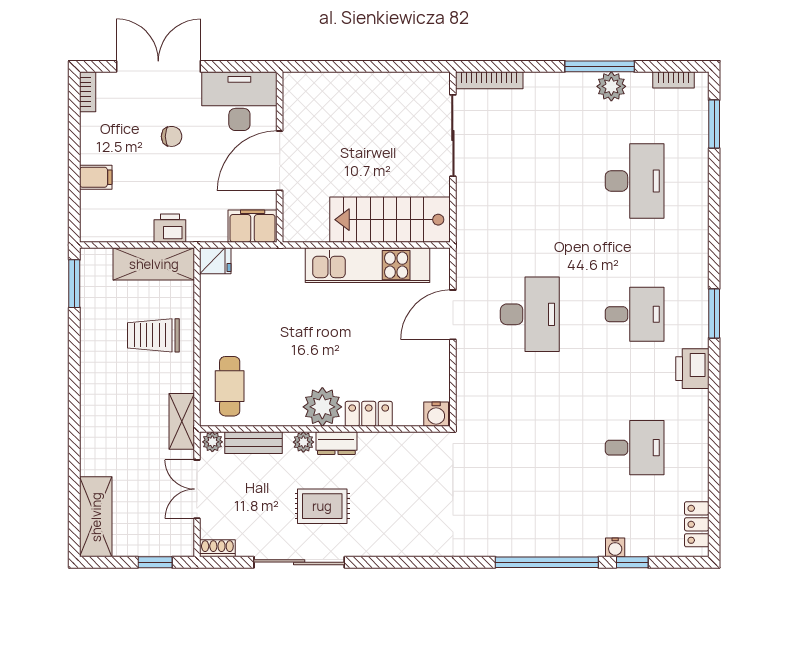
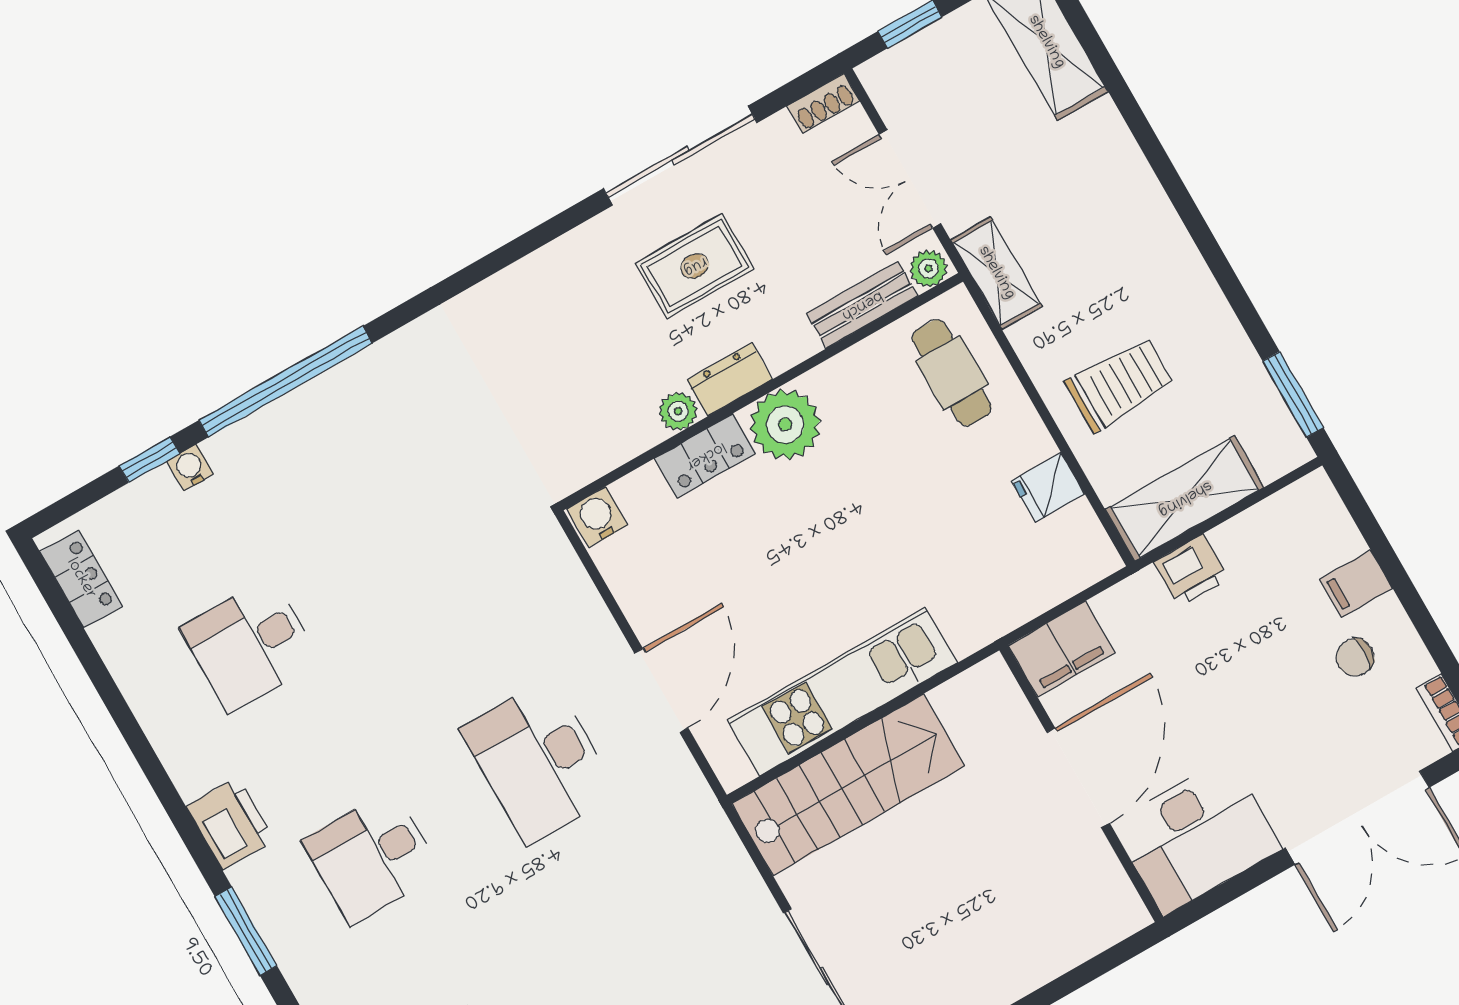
chair: (172, 136) -> (1355, 657), moved
fridge: (215, 261) -> (1048, 487), moved
plant: (303, 442) -> (678, 411), moved
double door: (197, 489) -> (910, 179), swing flipped

